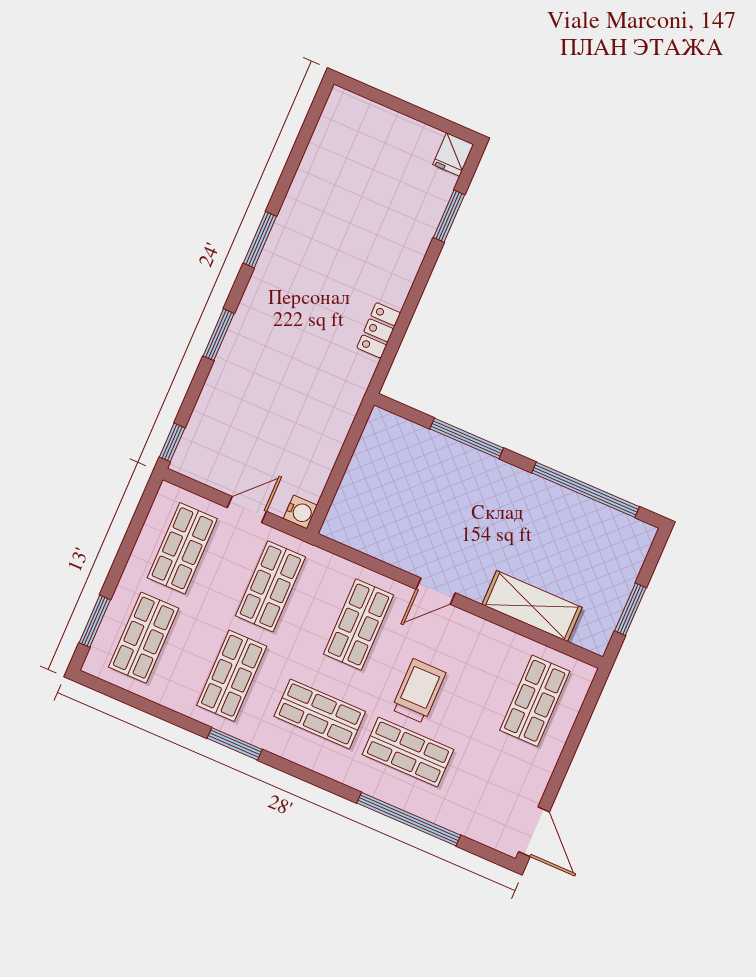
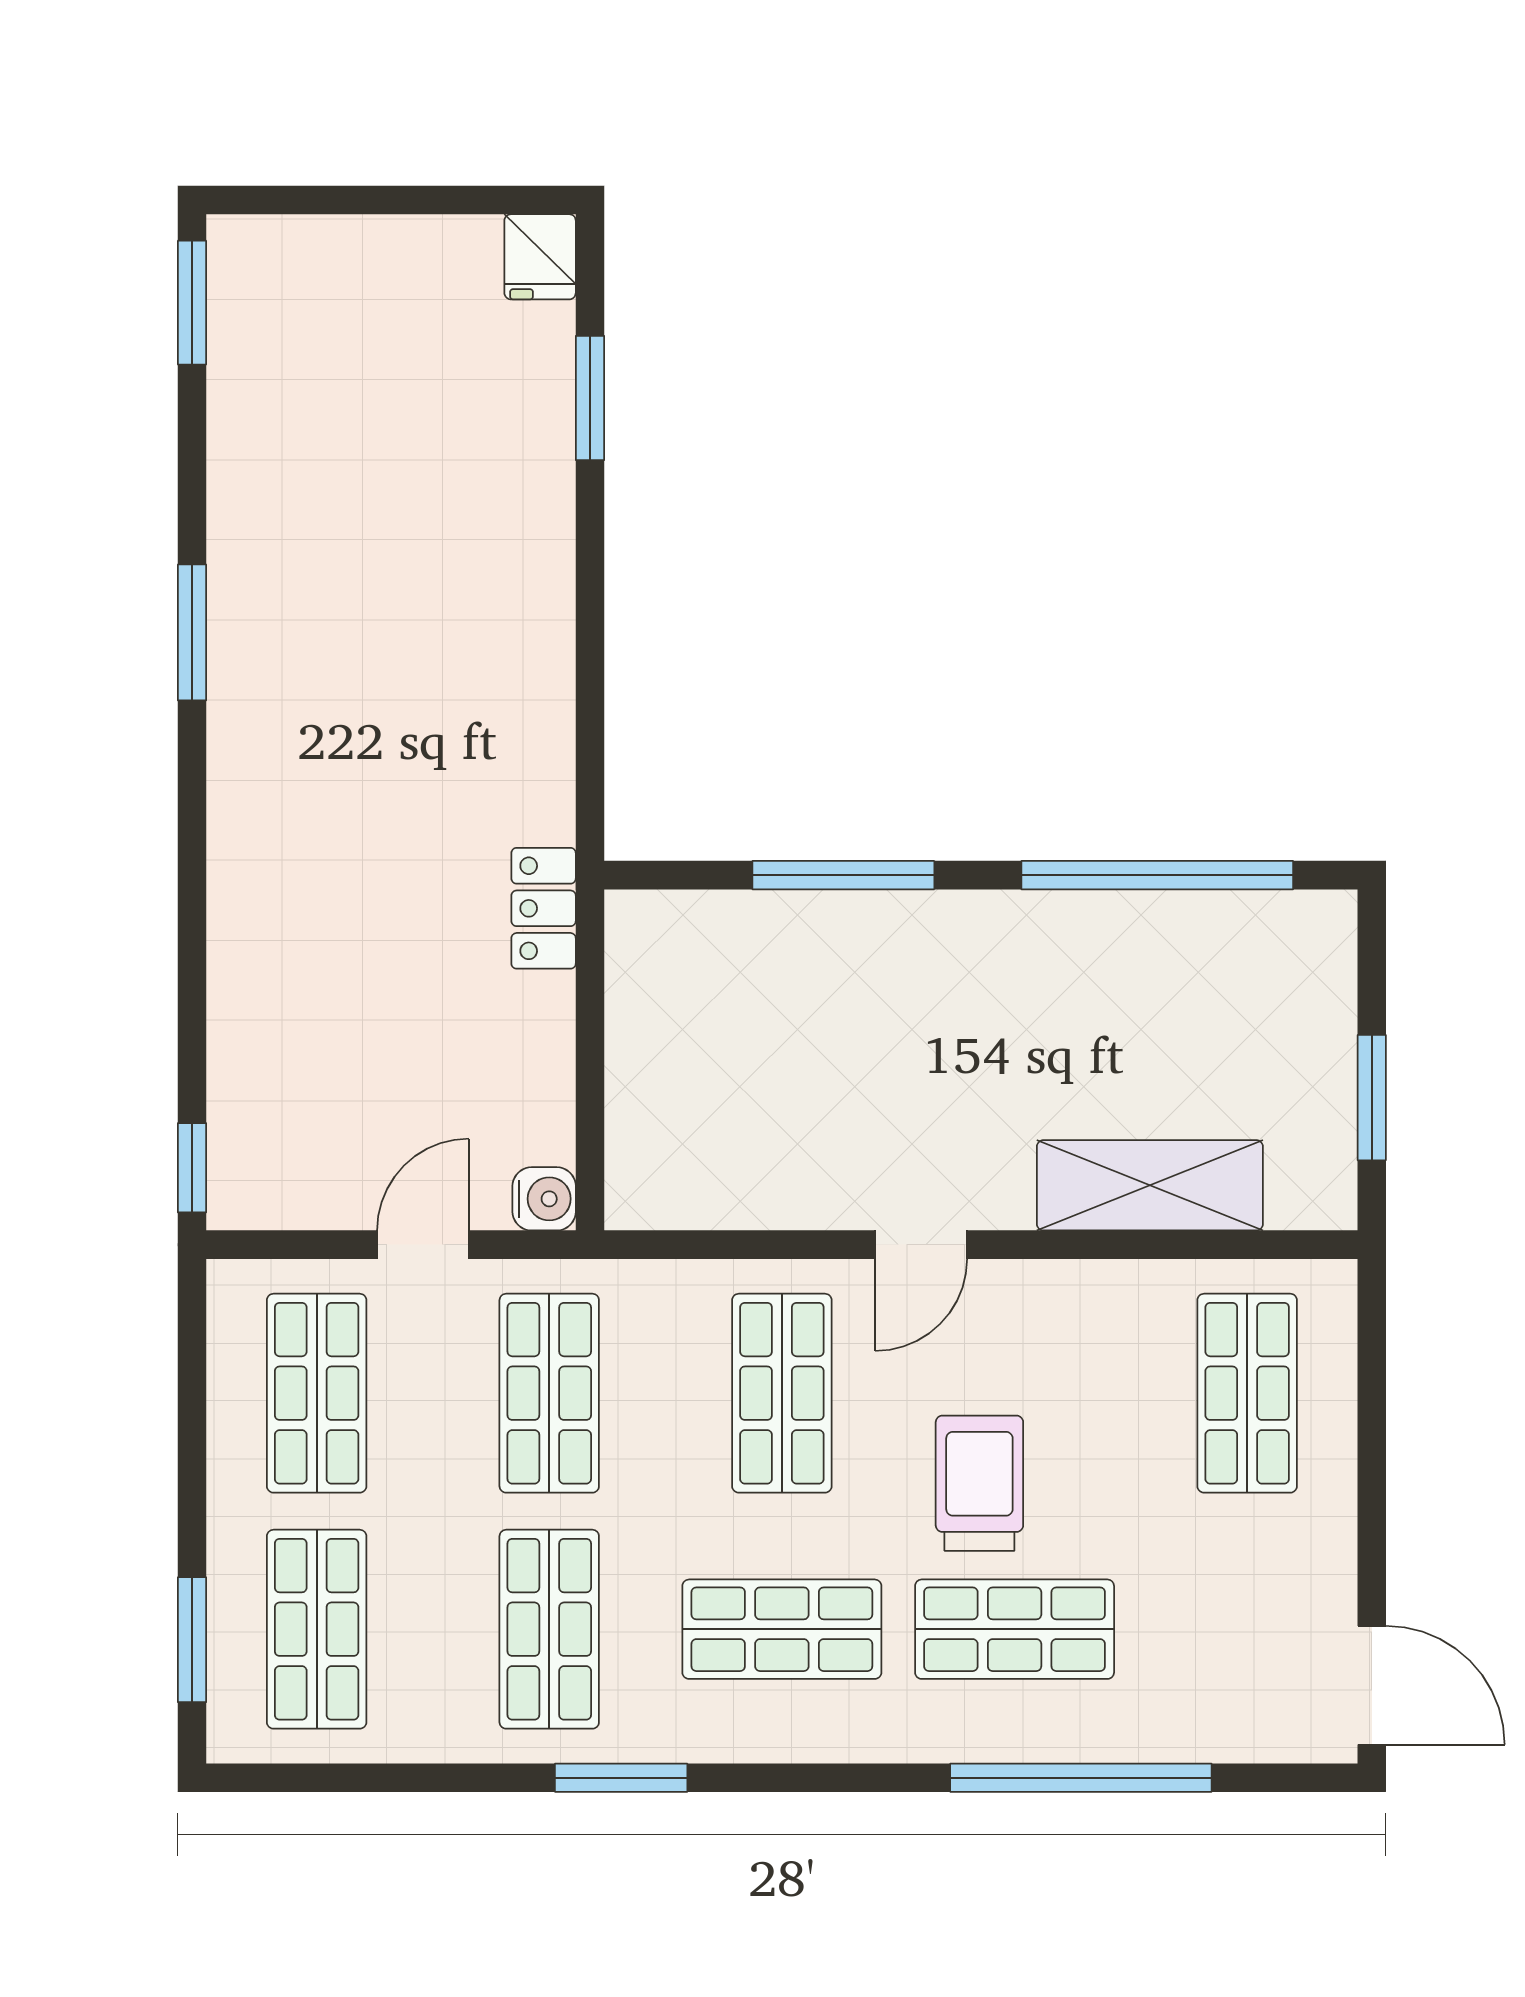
locker: (379, 330) -> (544, 908), moved
window: (219, 335) -> (192, 303), moved

